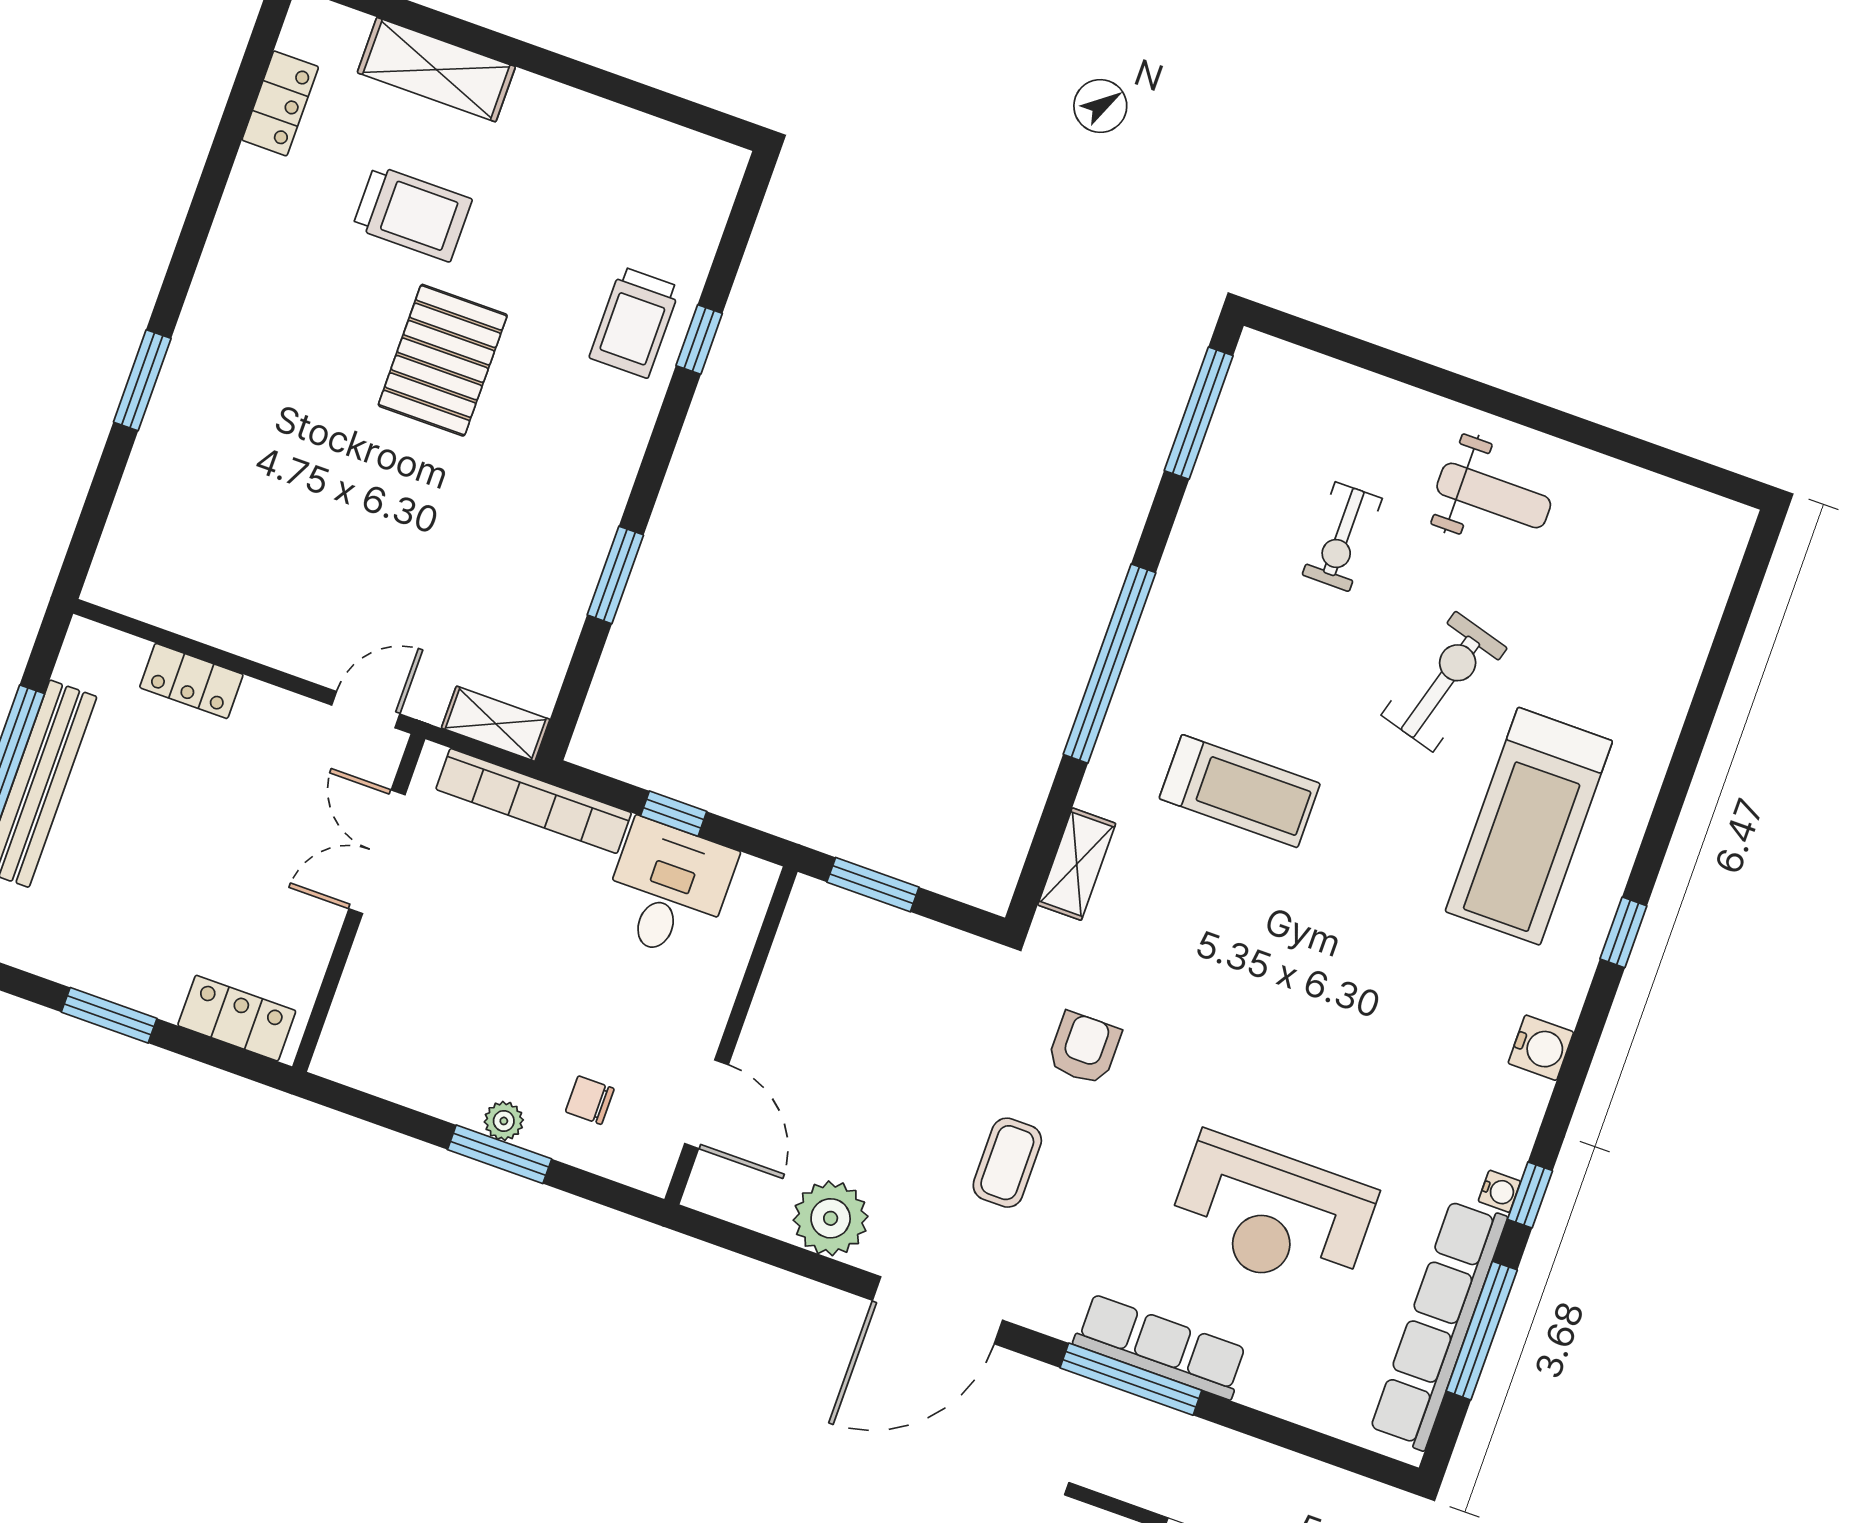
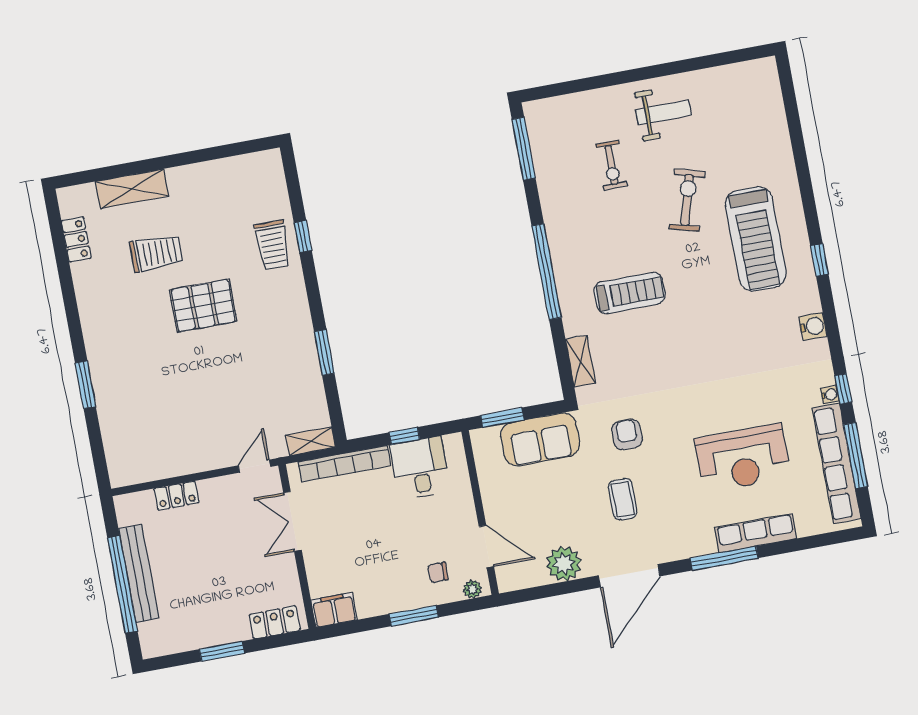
pallet: (443, 360) -> (203, 306), turned 90
sofa: (919, 965) -> (540, 439), added
filing cabinet: (359, 1059) -> (334, 610), added
plant: (504, 1121) -> (473, 589), moved
row of seats: (1161, 1347) -> (756, 533), moved

